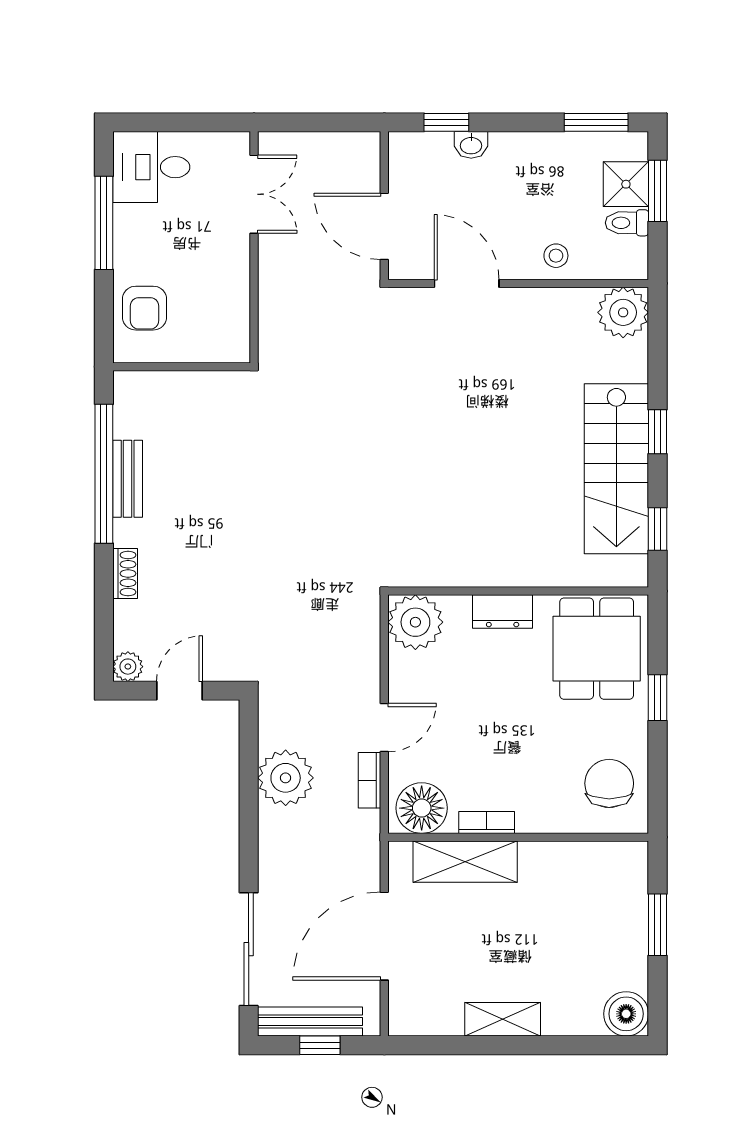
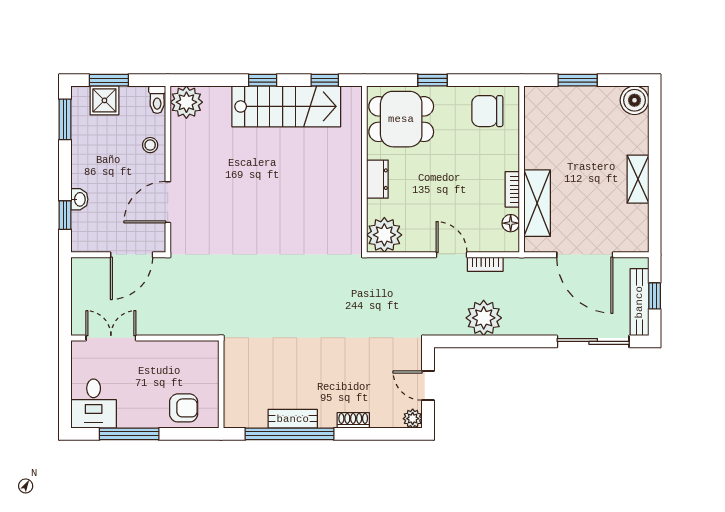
toilet: (627, 223) -> (157, 100), moved
floor lamp: (422, 808) -> (511, 223), width x0.53, depth x0.53

